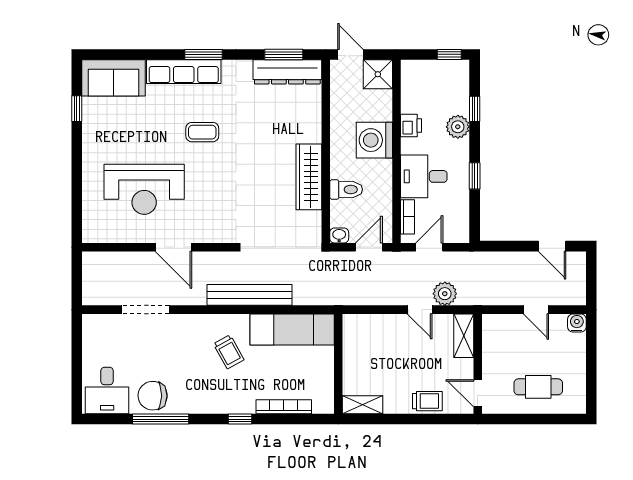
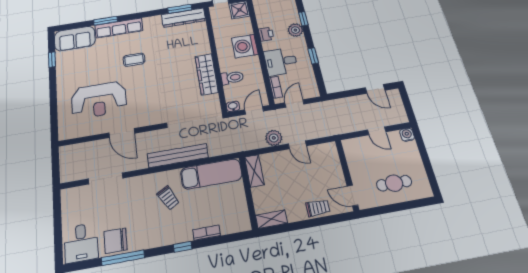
window: (203, 54) -> (106, 21), moved
plant: (445, 294) -> (274, 138), moved
shelving: (464, 336) -> (254, 171), moved
bookcase: (284, 407) -> (207, 233), width x0.64

